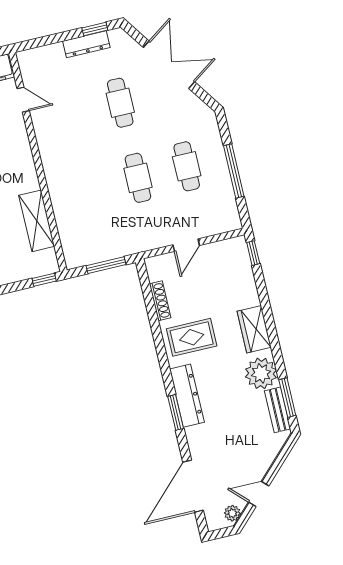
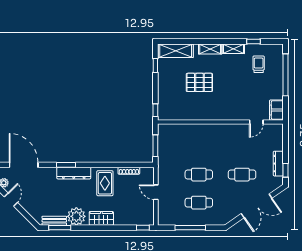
shelving: (37, 221) -> (188, 114), removed

